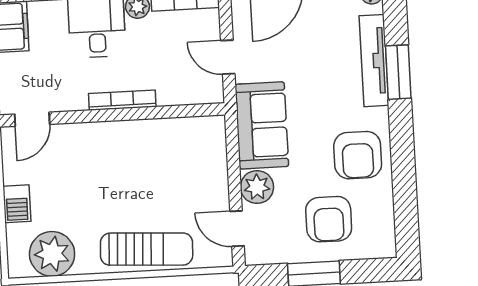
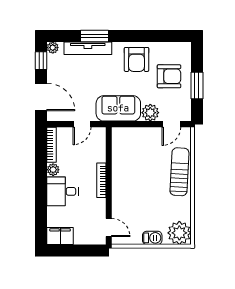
armchair: (358, 155) -> (137, 59), turned 90
plant: (52, 254) -> (179, 233), moved

